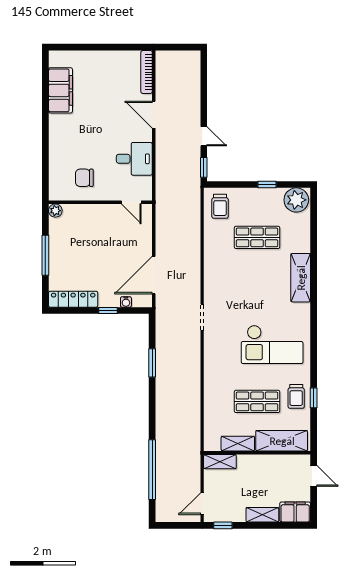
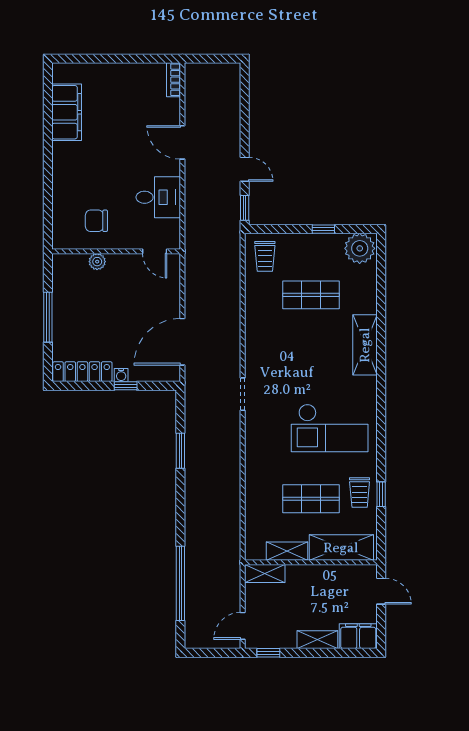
bookcase: (147, 72) -> (174, 80), width x0.64
plant: (55, 211) -> (97, 262), moved
water cooler: (126, 302) -> (121, 375), moved

